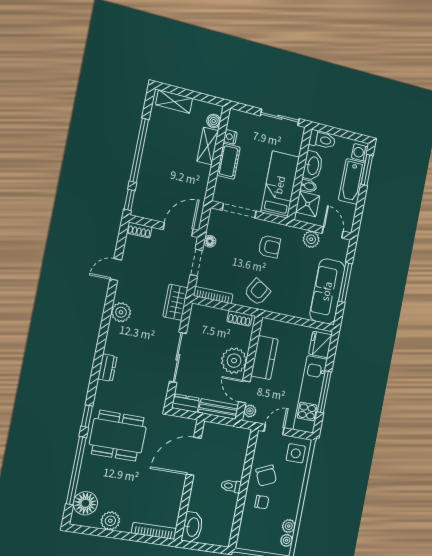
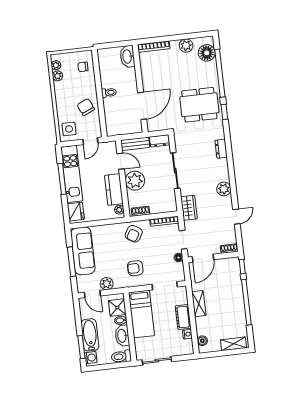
shelving: (208, 146) -> (199, 304), moved
plant: (250, 411) -> (119, 210), moved
chair: (262, 502) -> (83, 67), moved

